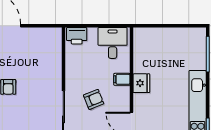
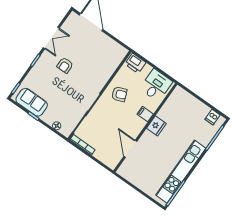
dishwasher: (191, 35) -> (213, 117), added
armchair: (94, 99) -> (119, 94), moved

